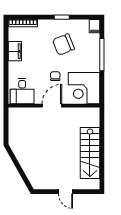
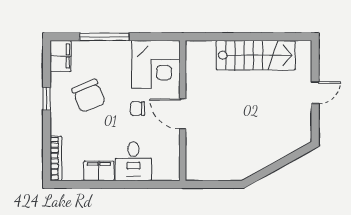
filing cabinet: (95, 26) -> (61, 56), width x2.00
desk: (22, 91) -> (133, 161), moved, turned 90

